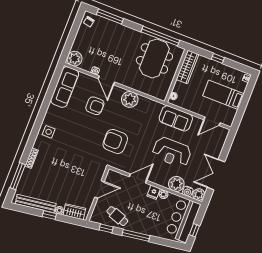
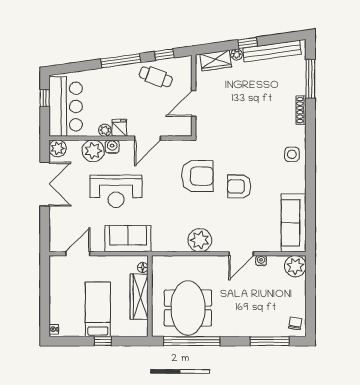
wardrobe: (187, 67) -> (139, 297), moved
door: (106, 80) -> (241, 254), swing flipped
bed: (223, 95) -> (98, 309), moved, turned -90
armchair: (95, 106) -> (239, 186), moved
reception desk: (172, 152) -> (116, 191), turned 180
water cooler: (188, 191) -> (112, 147), moved

